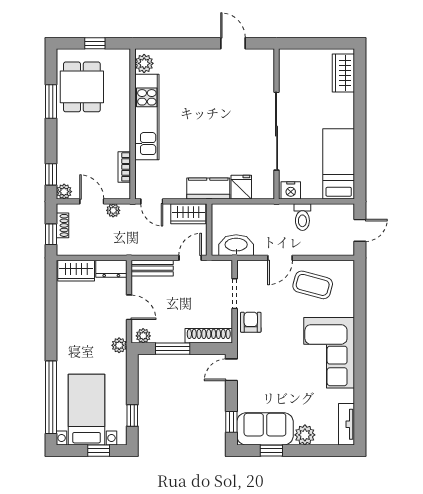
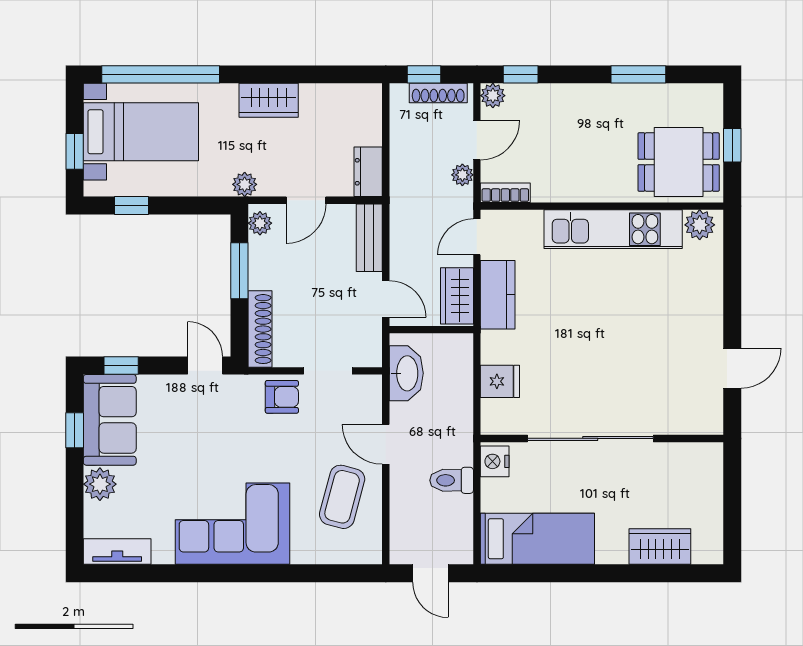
wardrobe: (343, 73) -> (660, 547), moved
dining table: (82, 87) -> (679, 162), moved
bookcase: (124, 167) -> (505, 193), moved
kitchen counter: (208, 189) -> (498, 295), moved
shoe rack: (63, 225) -> (438, 93), width x1.43
wardrobe: (76, 271) -> (269, 100), moved, turned -90

